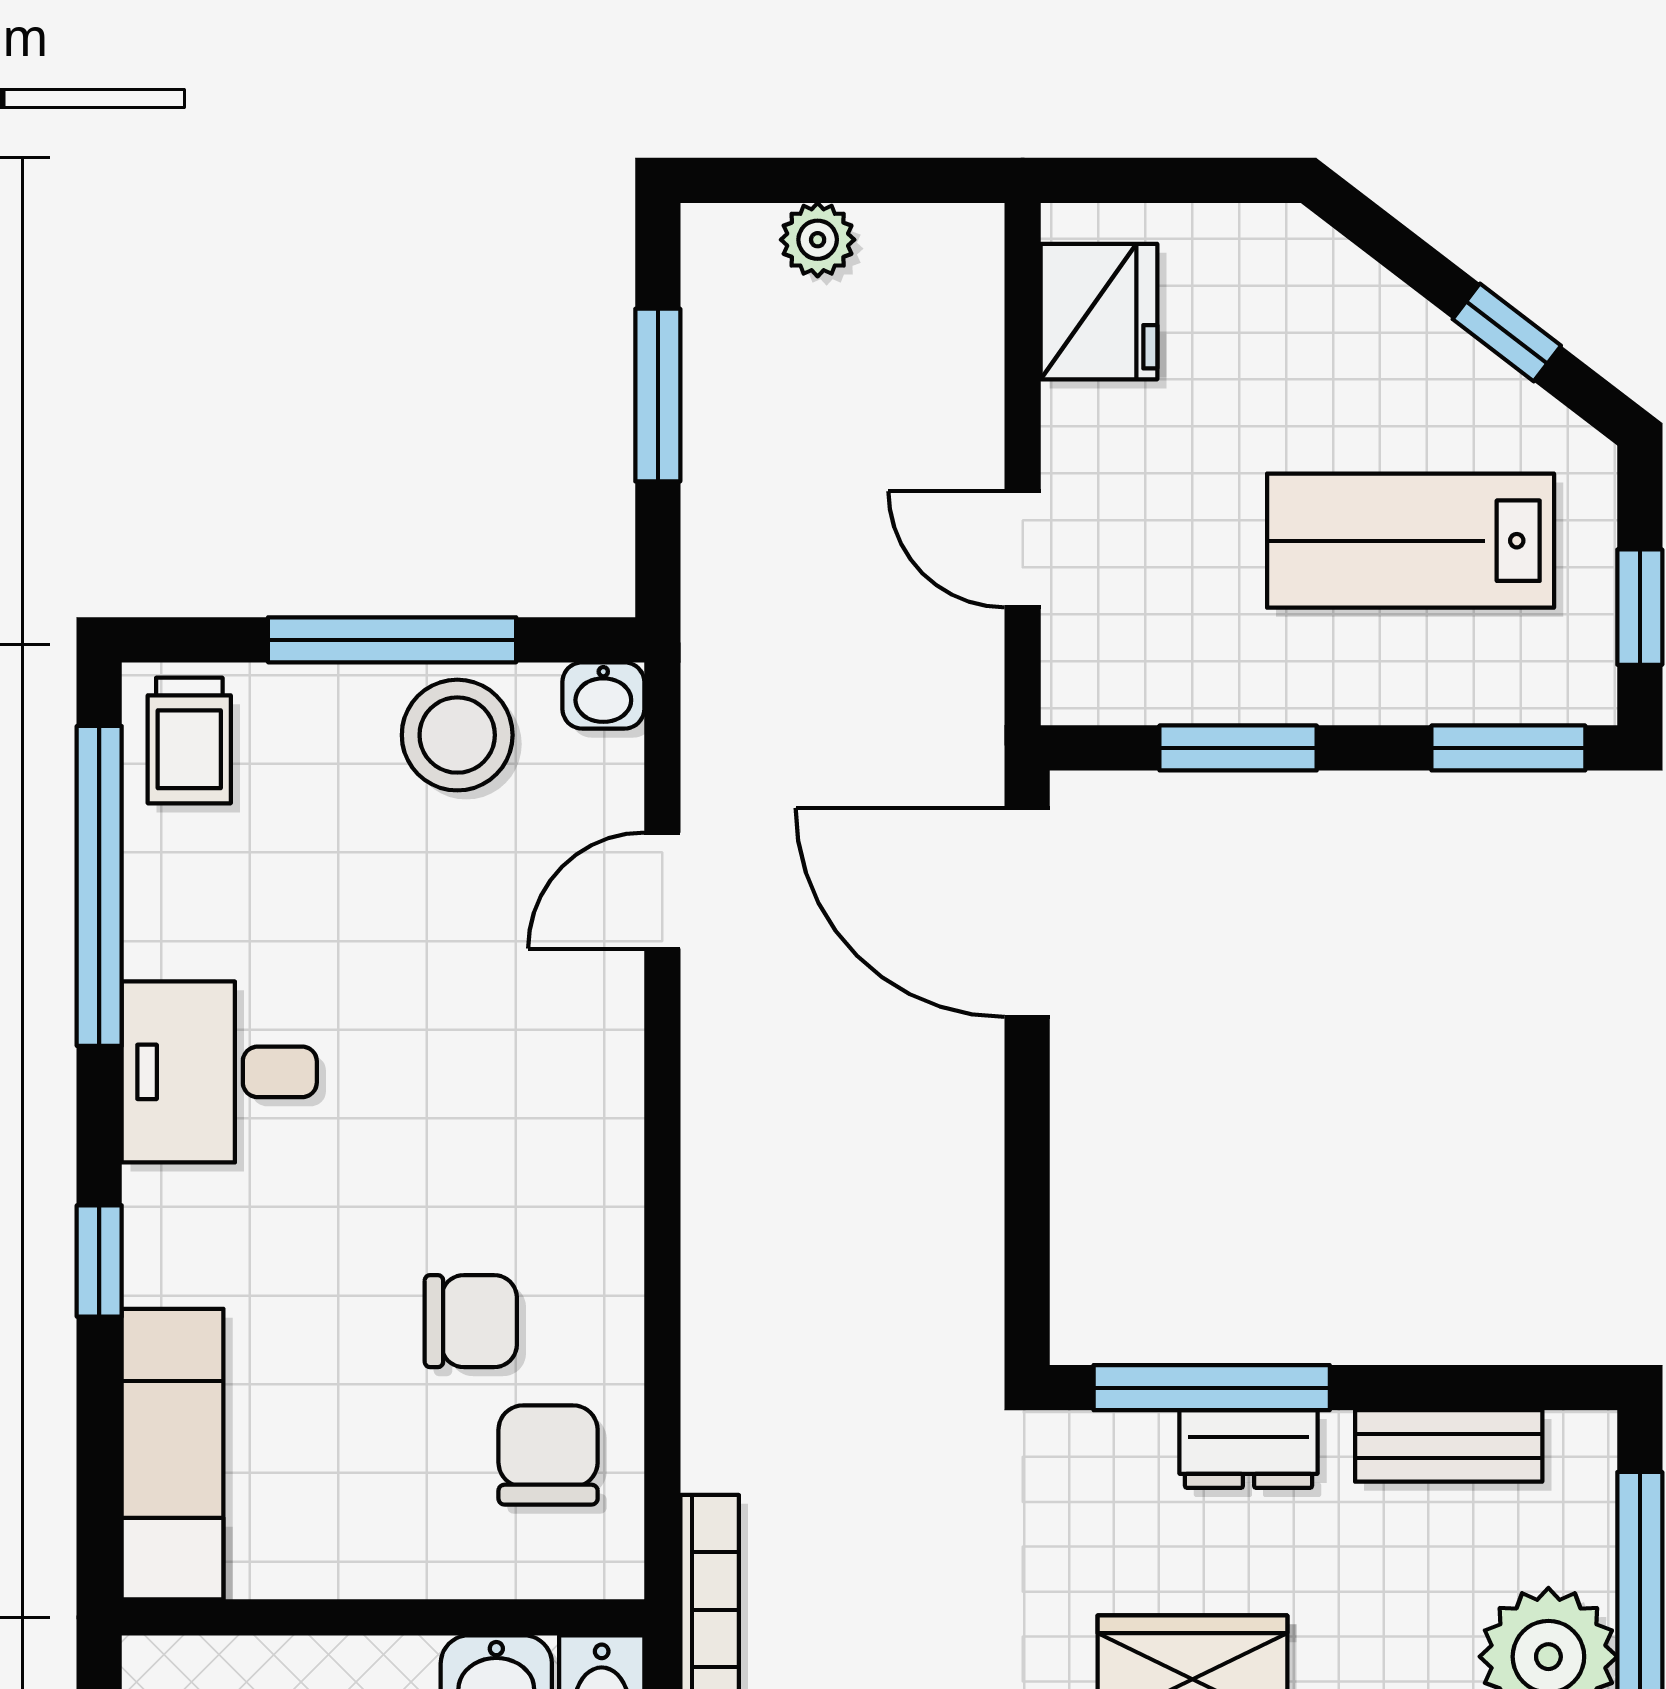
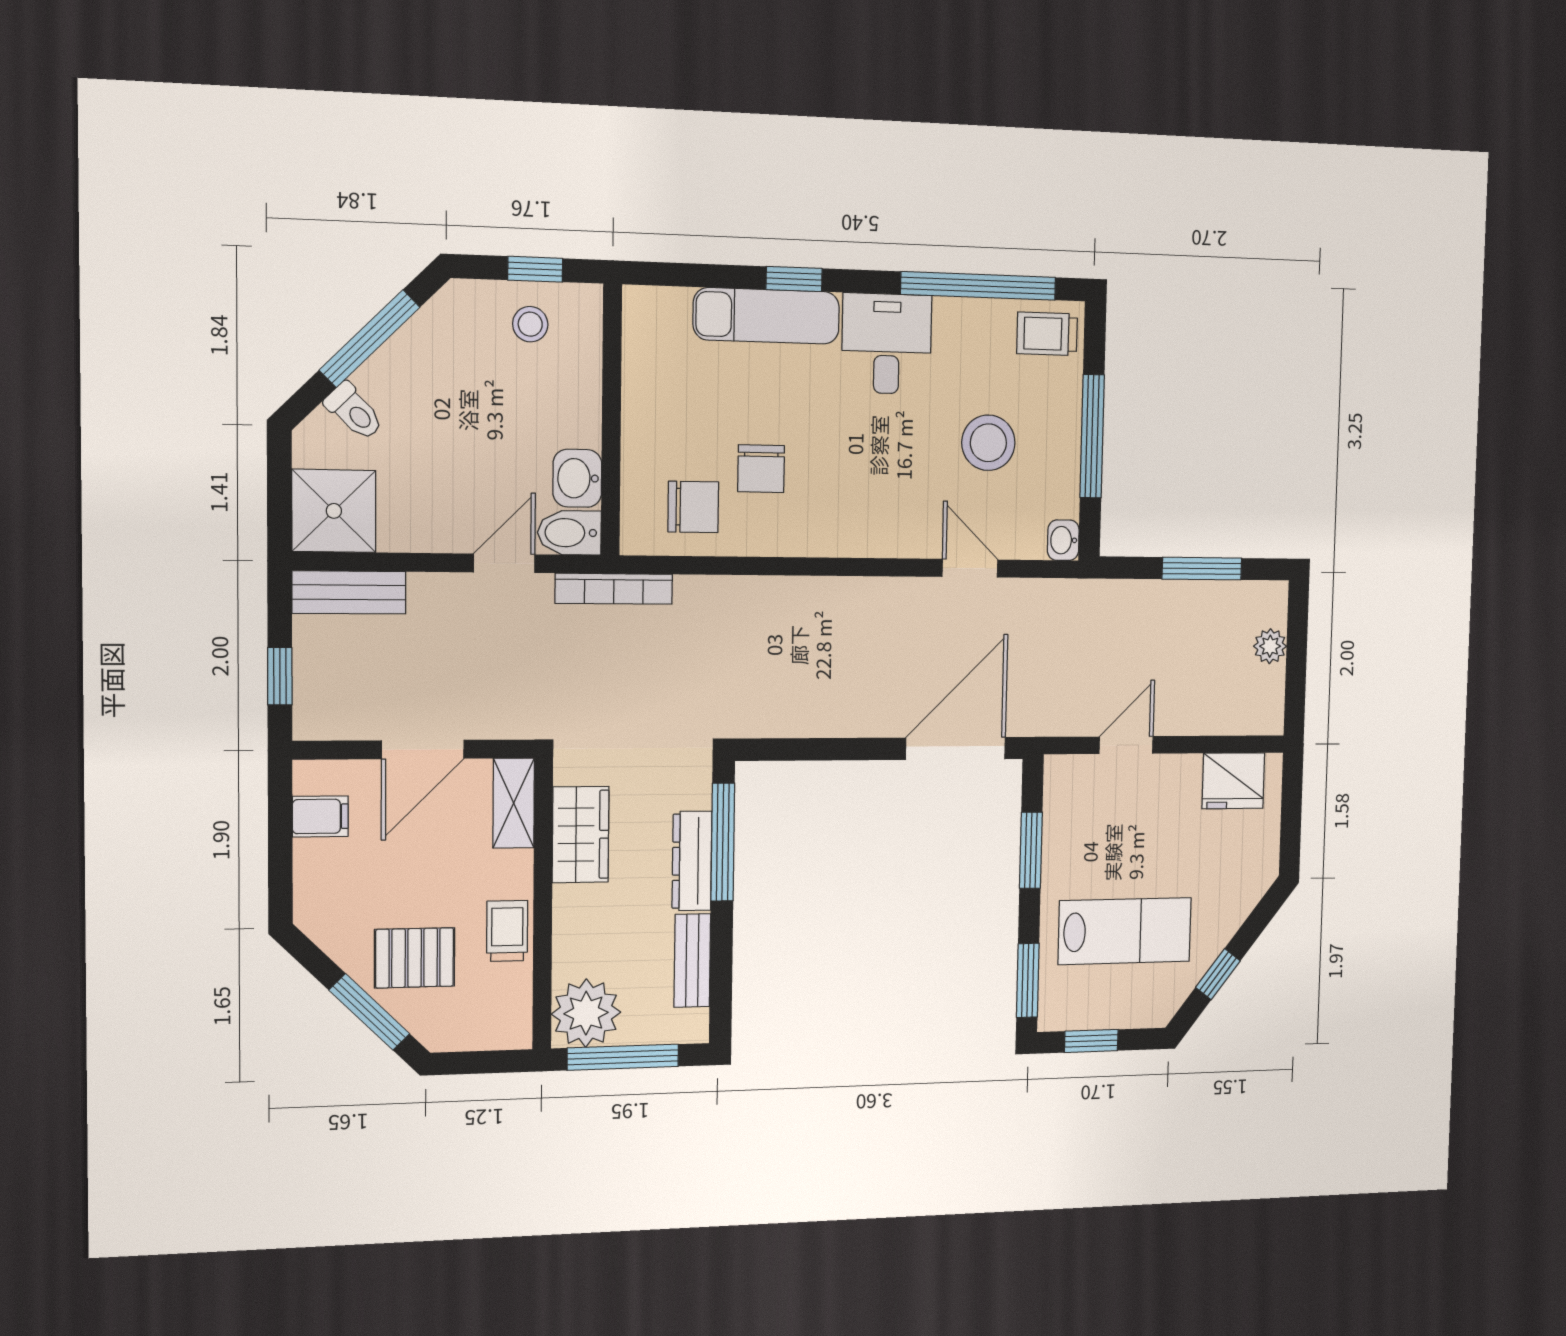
lab bench: (1411, 541) -> (1125, 931), turned 90
stool: (457, 735) -> (988, 443), moved
dresser: (1249, 1449) -> (692, 861), width x1.44
exam couch: (173, 1454) -> (767, 316), moved

